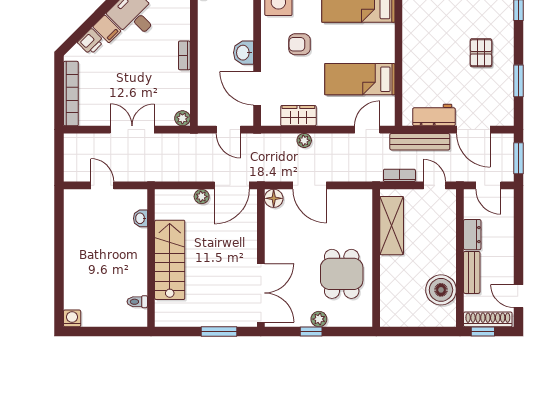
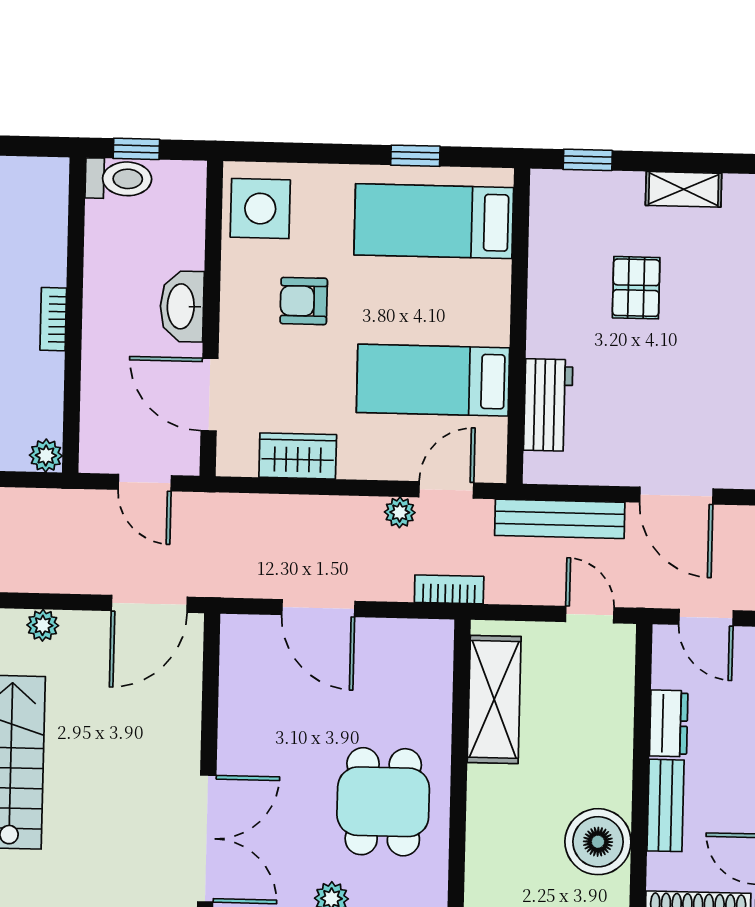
washbasin: (243, 53) -> (182, 306), width x1.38
pallet: (481, 53) -> (636, 288), moved
workbench: (434, 115) -> (548, 405), moved, turned 90
plant: (304, 140) -> (400, 512), moved
bookcase: (399, 175) -> (449, 589), moved
plant: (202, 197) -> (43, 625), moved
floor lamp: (274, 198) -> (240, 634), removed

